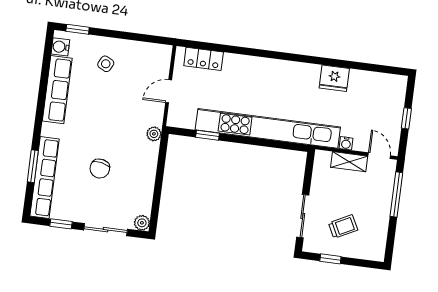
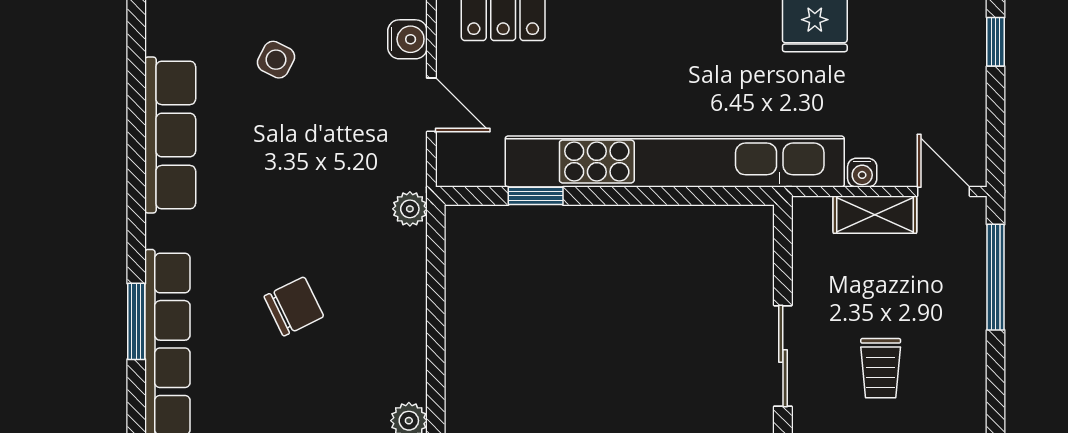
water cooler: (60, 47) -> (407, 39), moved, turned 180
door: (169, 91) -> (431, 105), swing flipped
window: (406, 118) -> (996, 42), moved
chair: (100, 169) -> (294, 306), turned -126
trolley: (343, 227) -> (881, 368), turned 117

